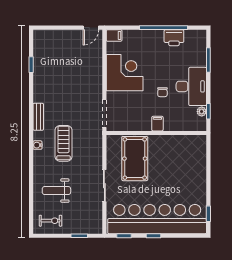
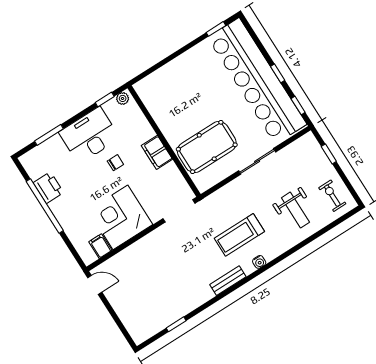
filing cabinet: (114, 35) -> (100, 246), moved
plant: (202, 112) -> (123, 98), moved
filing cabinet: (157, 124) -> (157, 152), width x2.00

